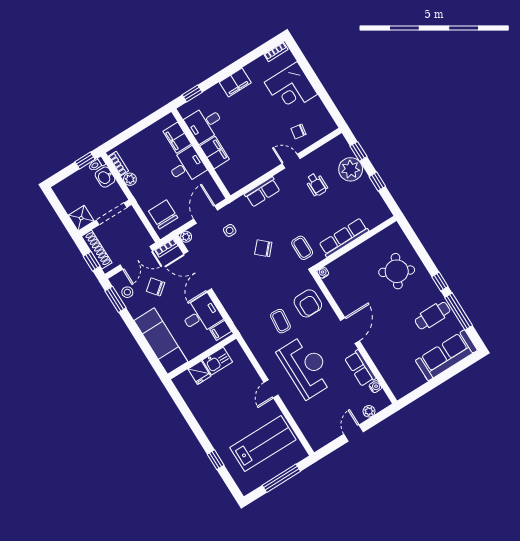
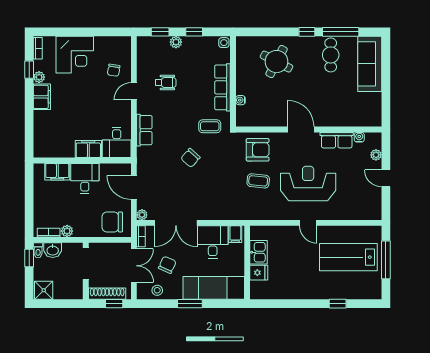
plant: (251, 69) -> (39, 77), added
window: (192, 94) -> (29, 70), moved
desk: (205, 124) -> (117, 142), moved
plant: (351, 169) -> (176, 42), width x0.53, depth x0.53
shower: (81, 218) -> (44, 290), moved
side table: (230, 230) -> (224, 43), moved
water cooler: (323, 273) -> (240, 100), moved
chair: (156, 287) -> (167, 265), turned 153
window: (115, 299) -> (190, 304), moved
lab bench: (263, 444) -> (348, 257), turned -90

